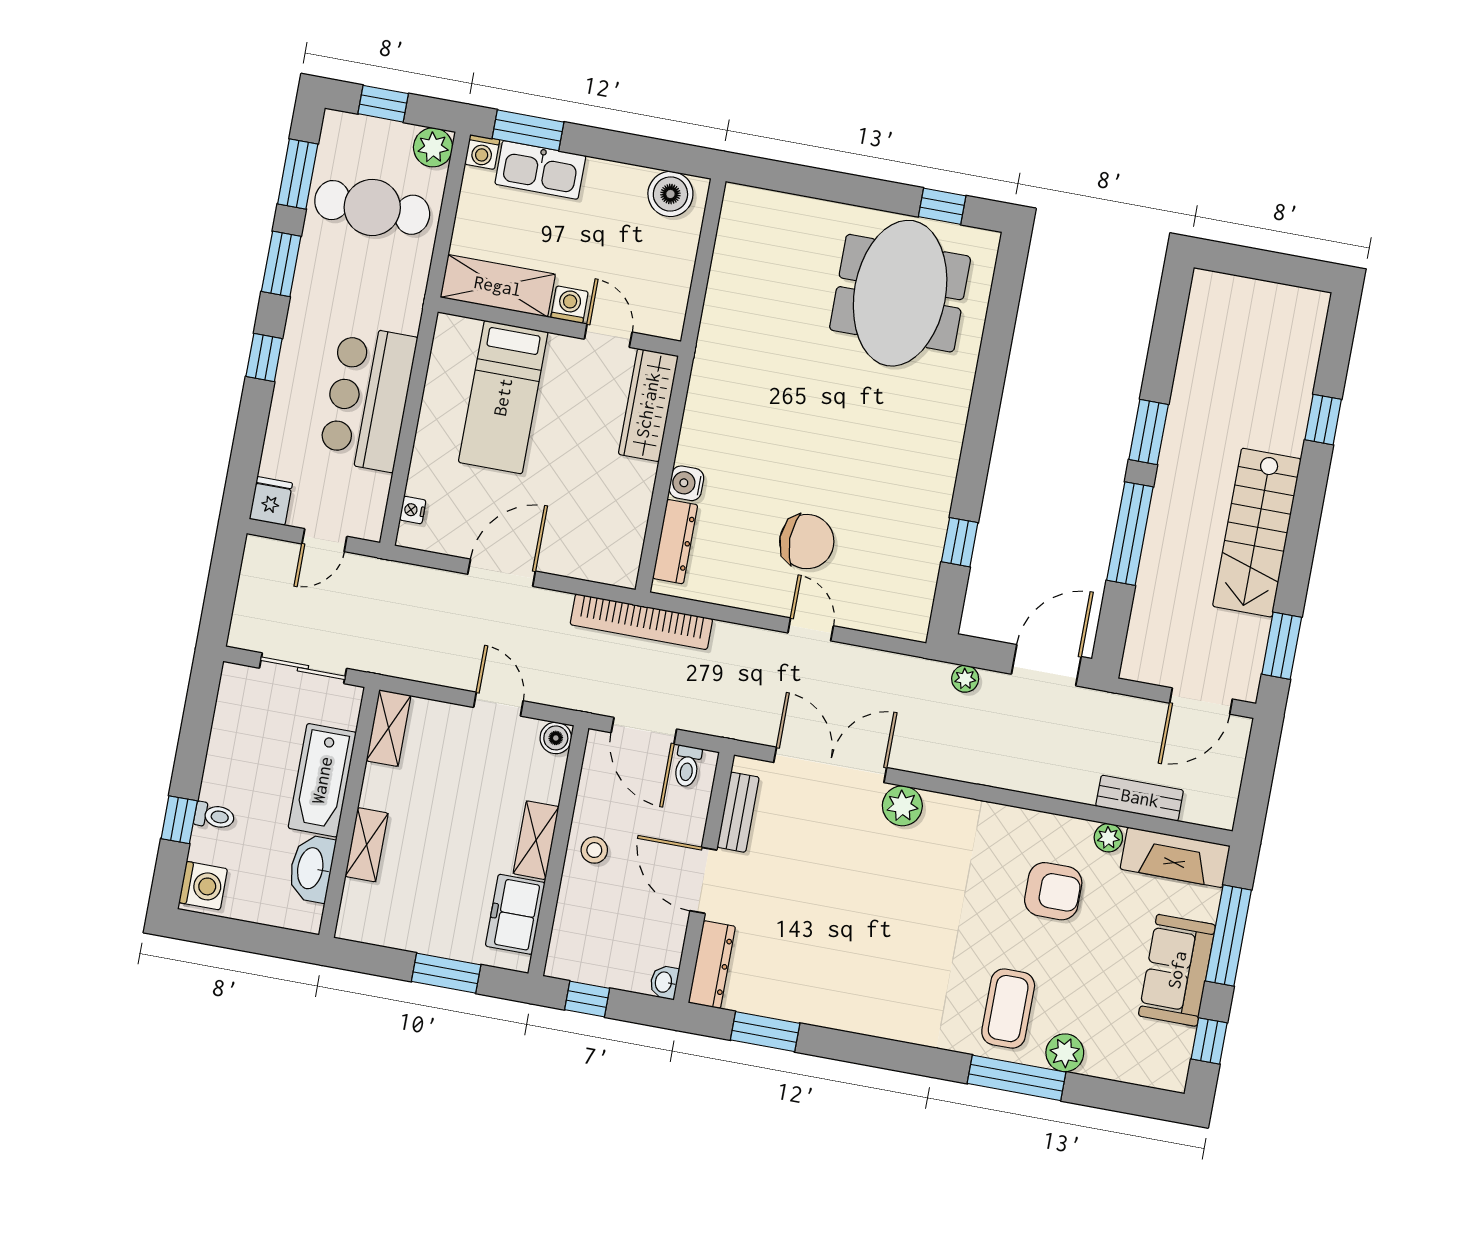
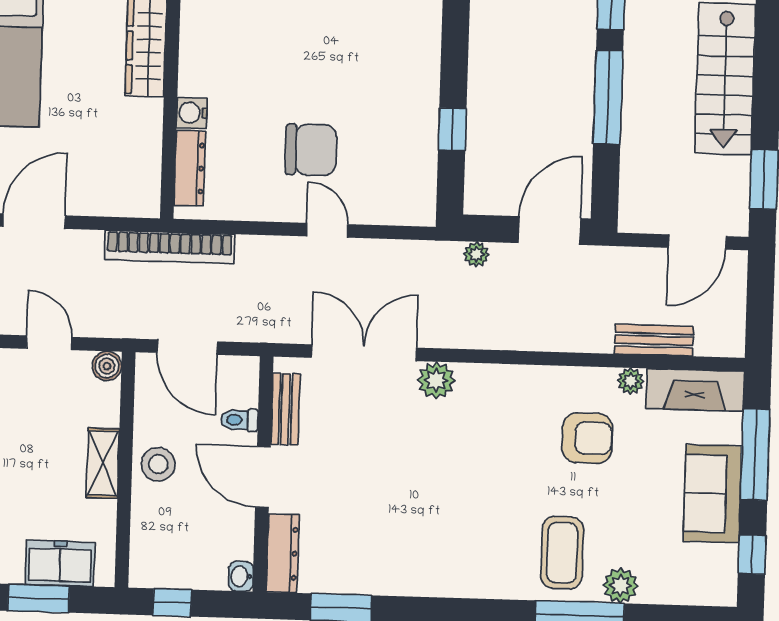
toilet: (687, 766) -> (239, 420), moved, turned 90
stool: (594, 850) -> (158, 464), width x1.37, depth x1.37
freezer: (515, 914) -> (60, 563), moved, turned 90

